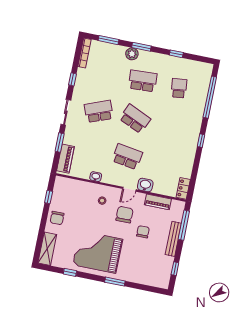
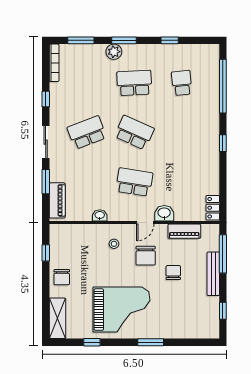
chair: (124, 215) -> (146, 256), turned 180
grand piano: (98, 252) -> (121, 310), turned 180

